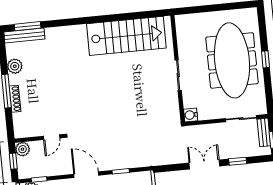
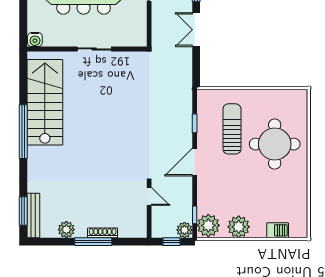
window: (98, 19) -> (23, 132), added
water cooler: (191, 115) -> (35, 40), moved
plant: (23, 149) -> (184, 230), moved

